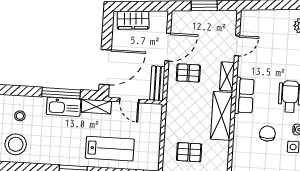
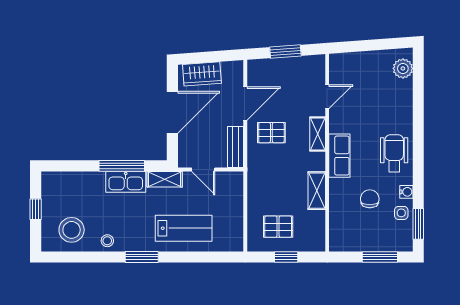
door: (105, 67) -> (172, 112), moved
stool: (20, 116) -> (107, 241), moved
shelving: (221, 116) -> (317, 191), width x0.67, depth x0.75

